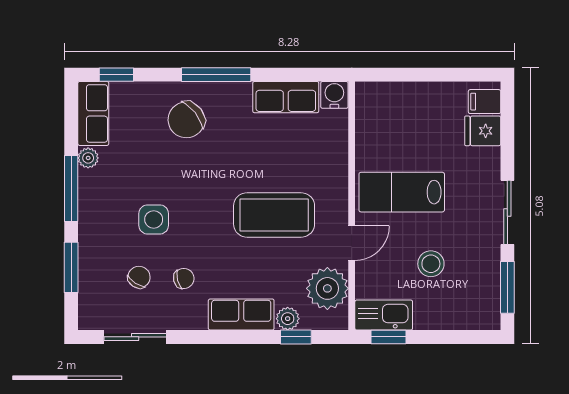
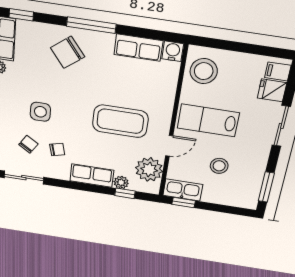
stool: (382, 117) -> (204, 71), added
sliding door: (507, 212) -> (281, 126), moved

